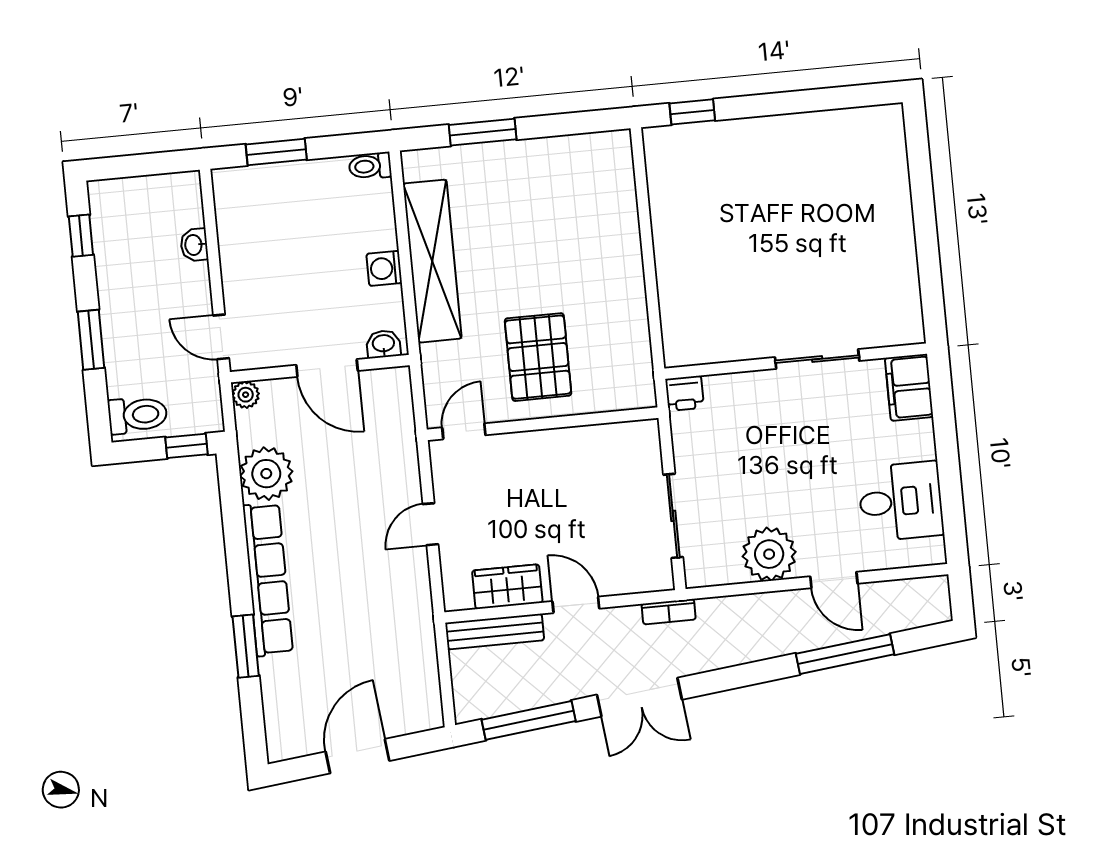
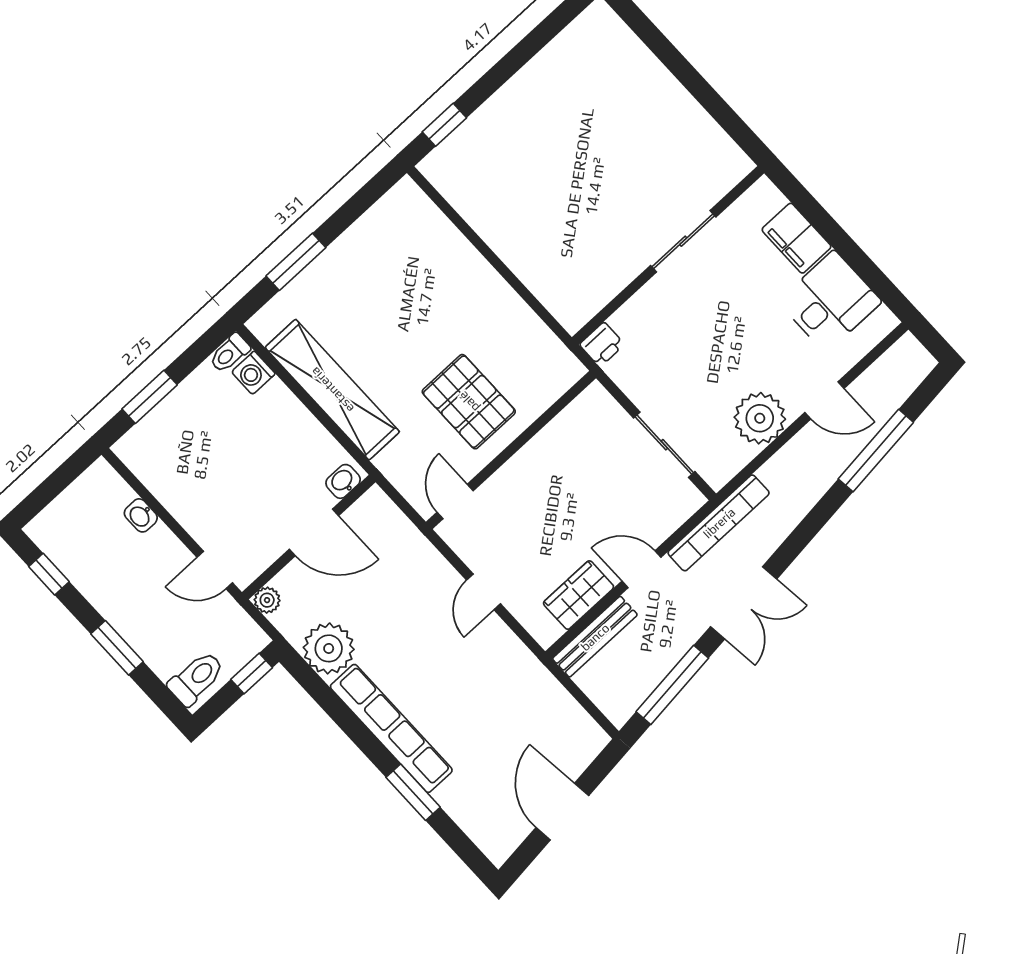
washing machine: (384, 268) -> (253, 373), moved
filing cabinet: (909, 387) -> (796, 238), moved
bookcase: (669, 612) -> (719, 523), width x2.31, depth x1.31

